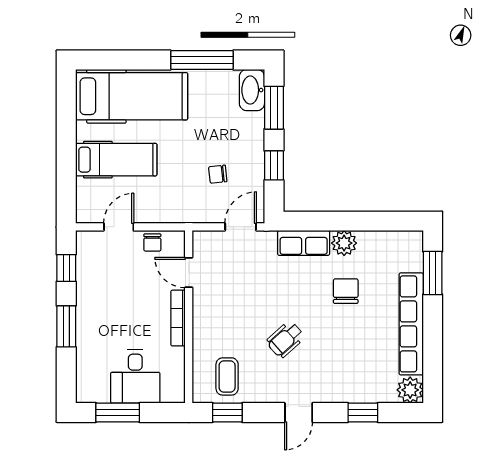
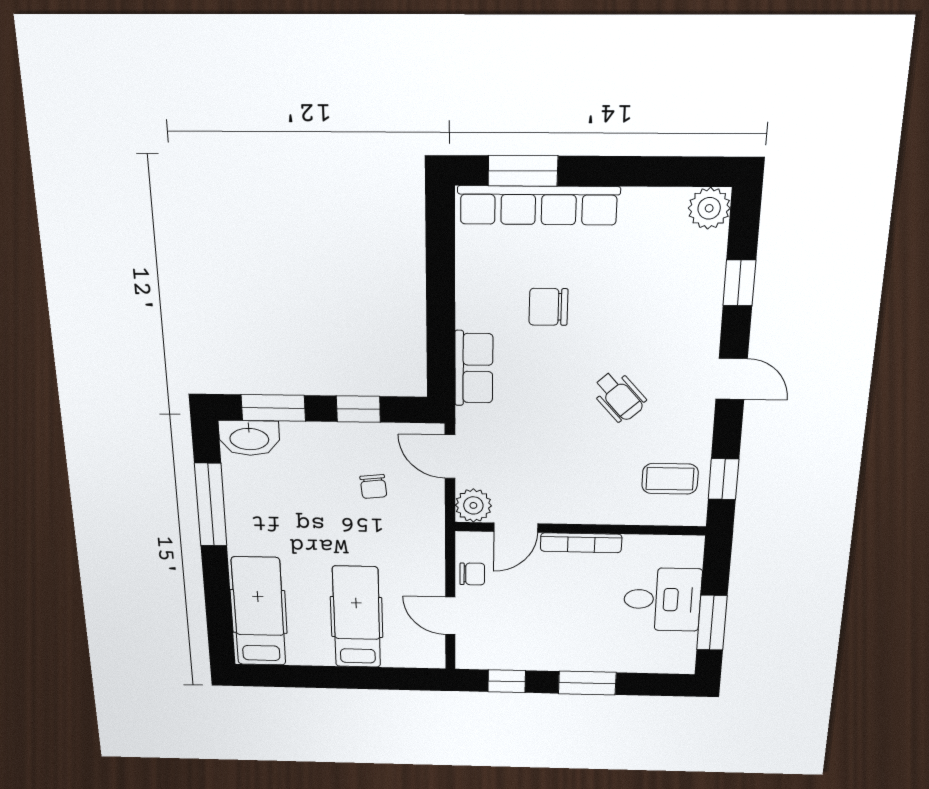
hospital bed: (132, 96) -> (259, 612), width x0.73, depth x0.78
plant: (344, 243) -> (473, 505), moved
row of seats: (411, 324) -> (538, 205), moved

